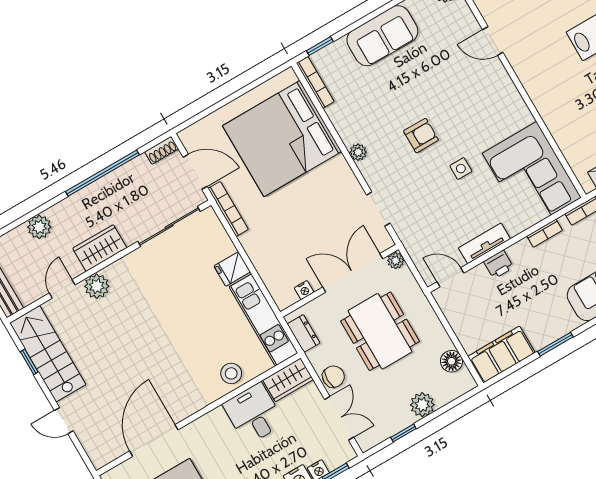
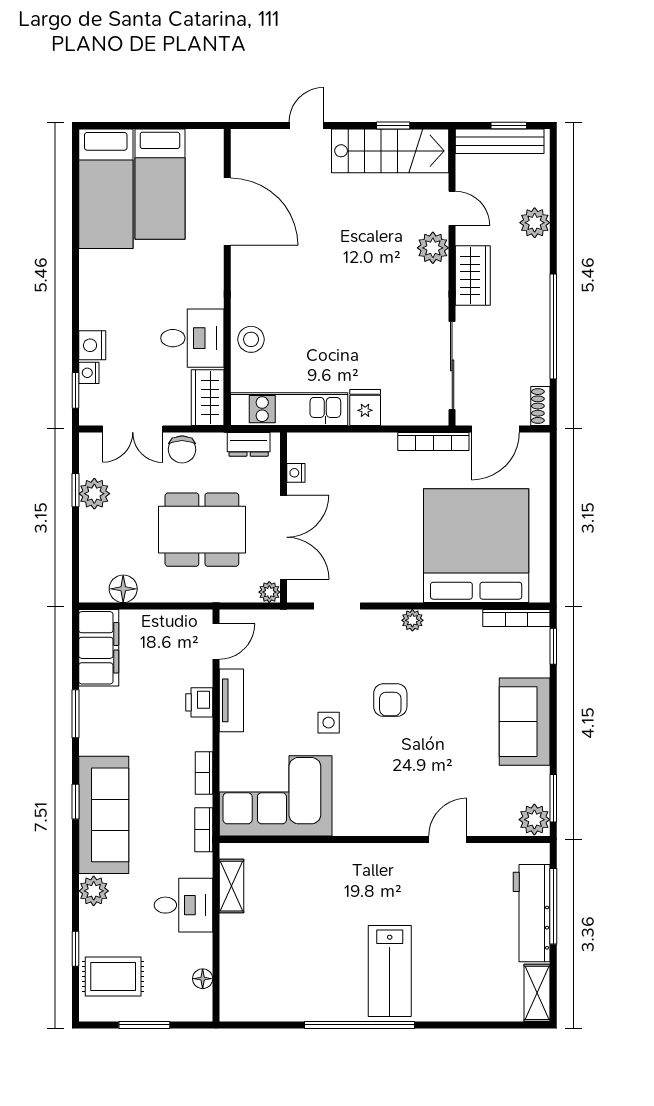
plant: (422, 405) -> (94, 494), moved

